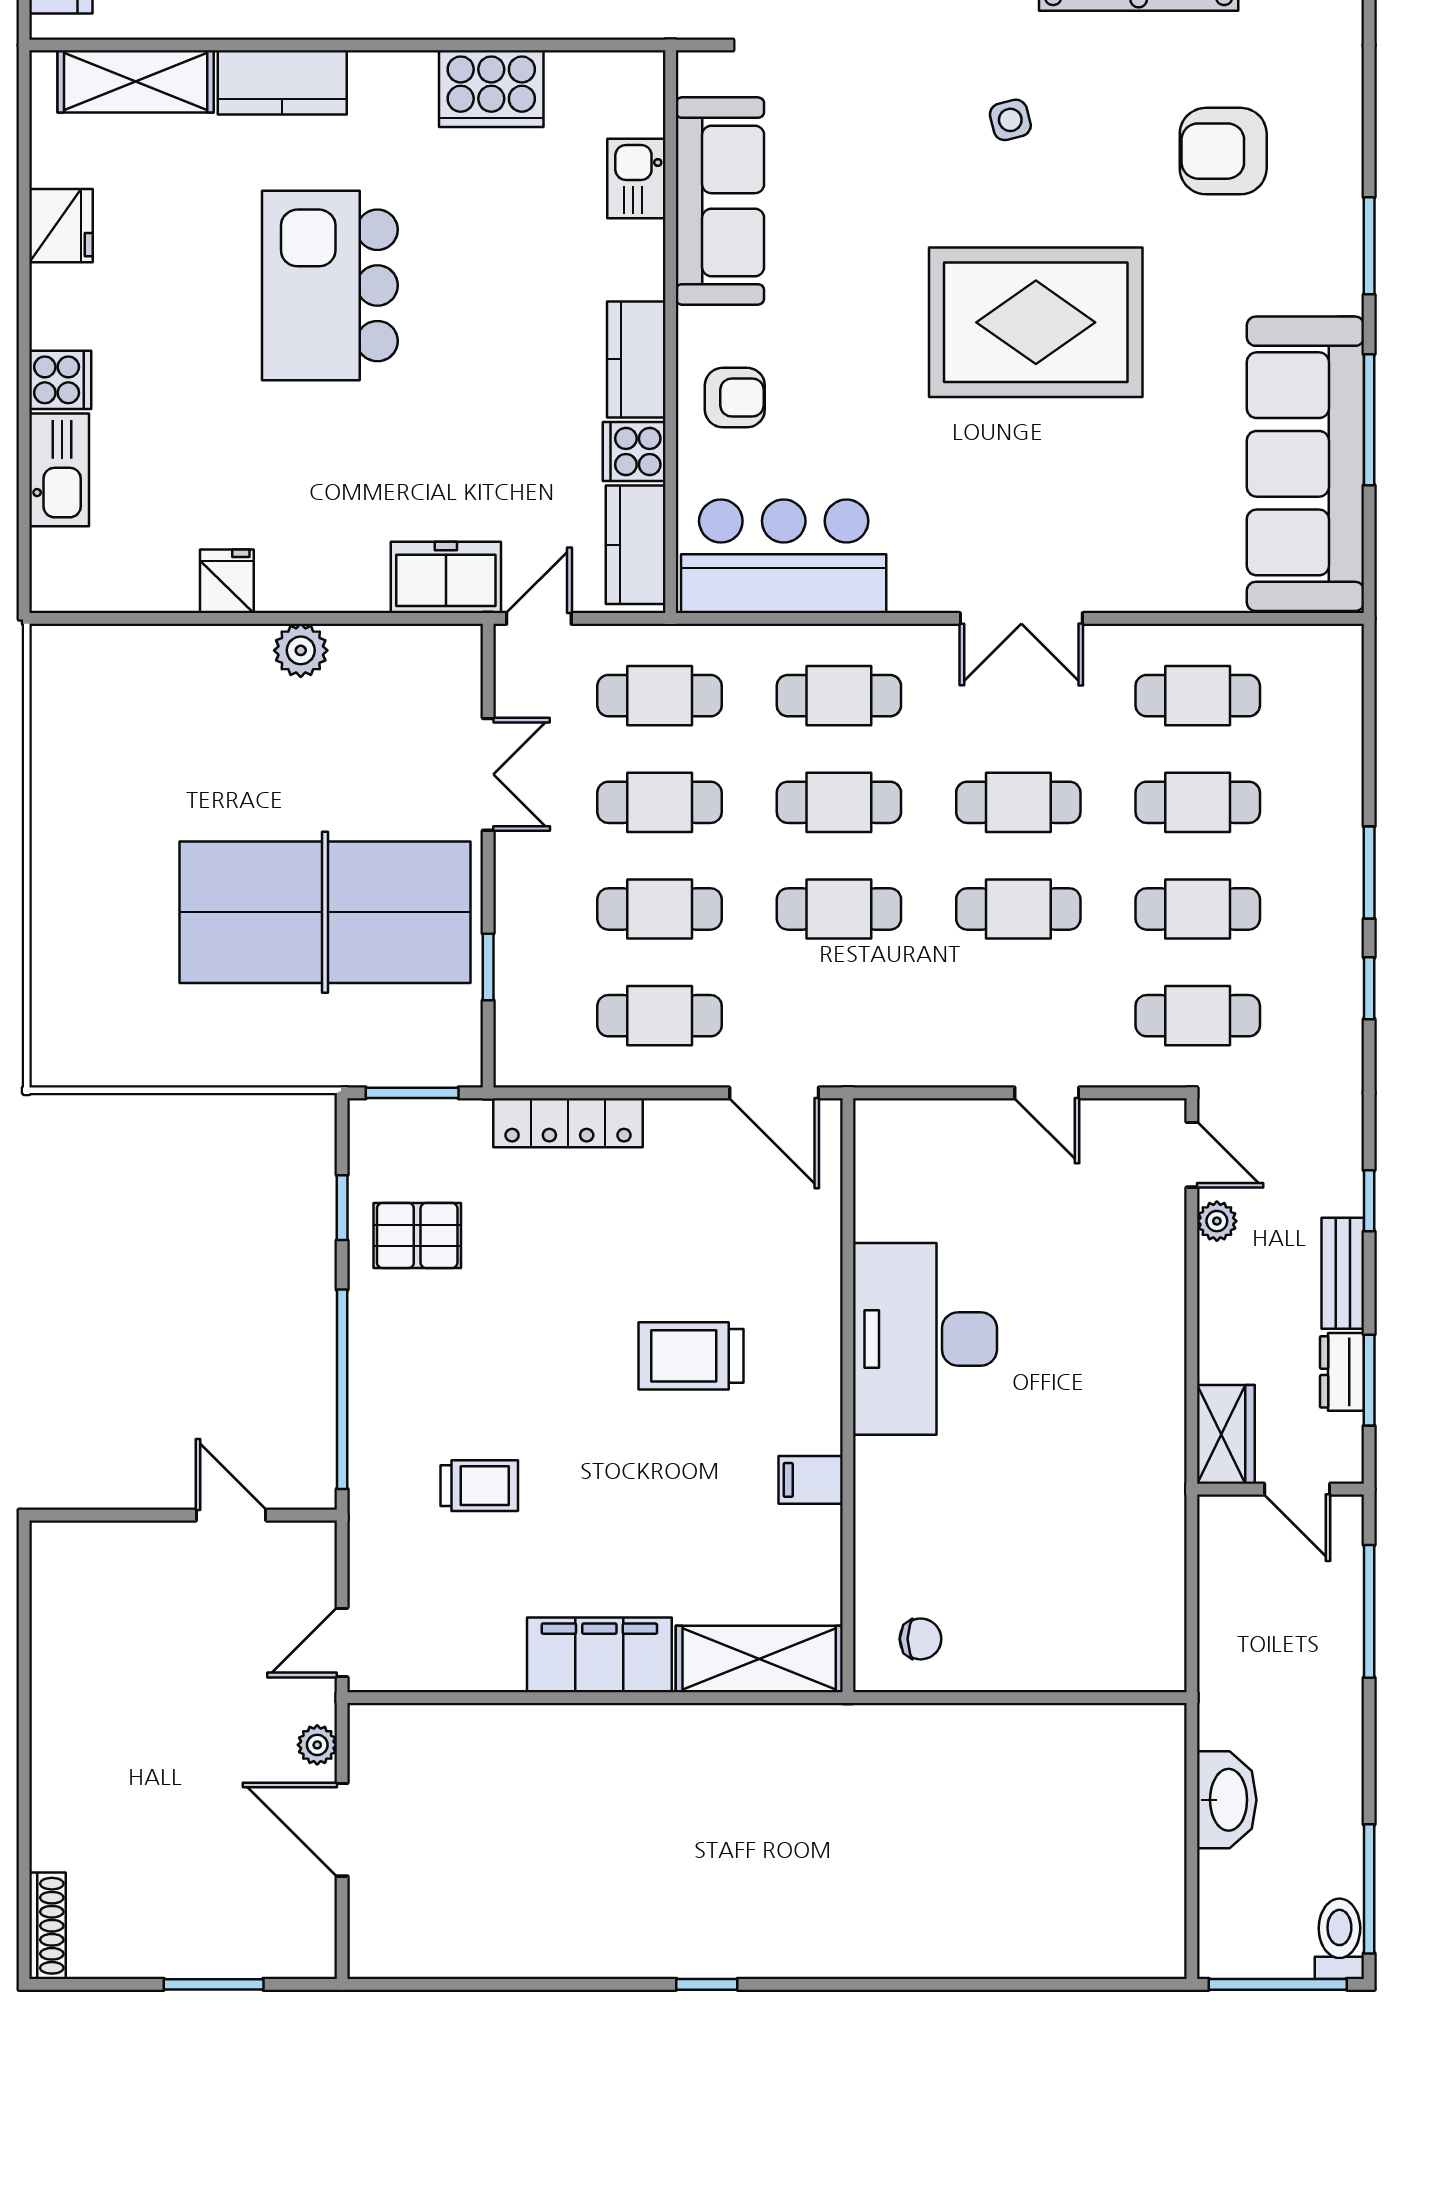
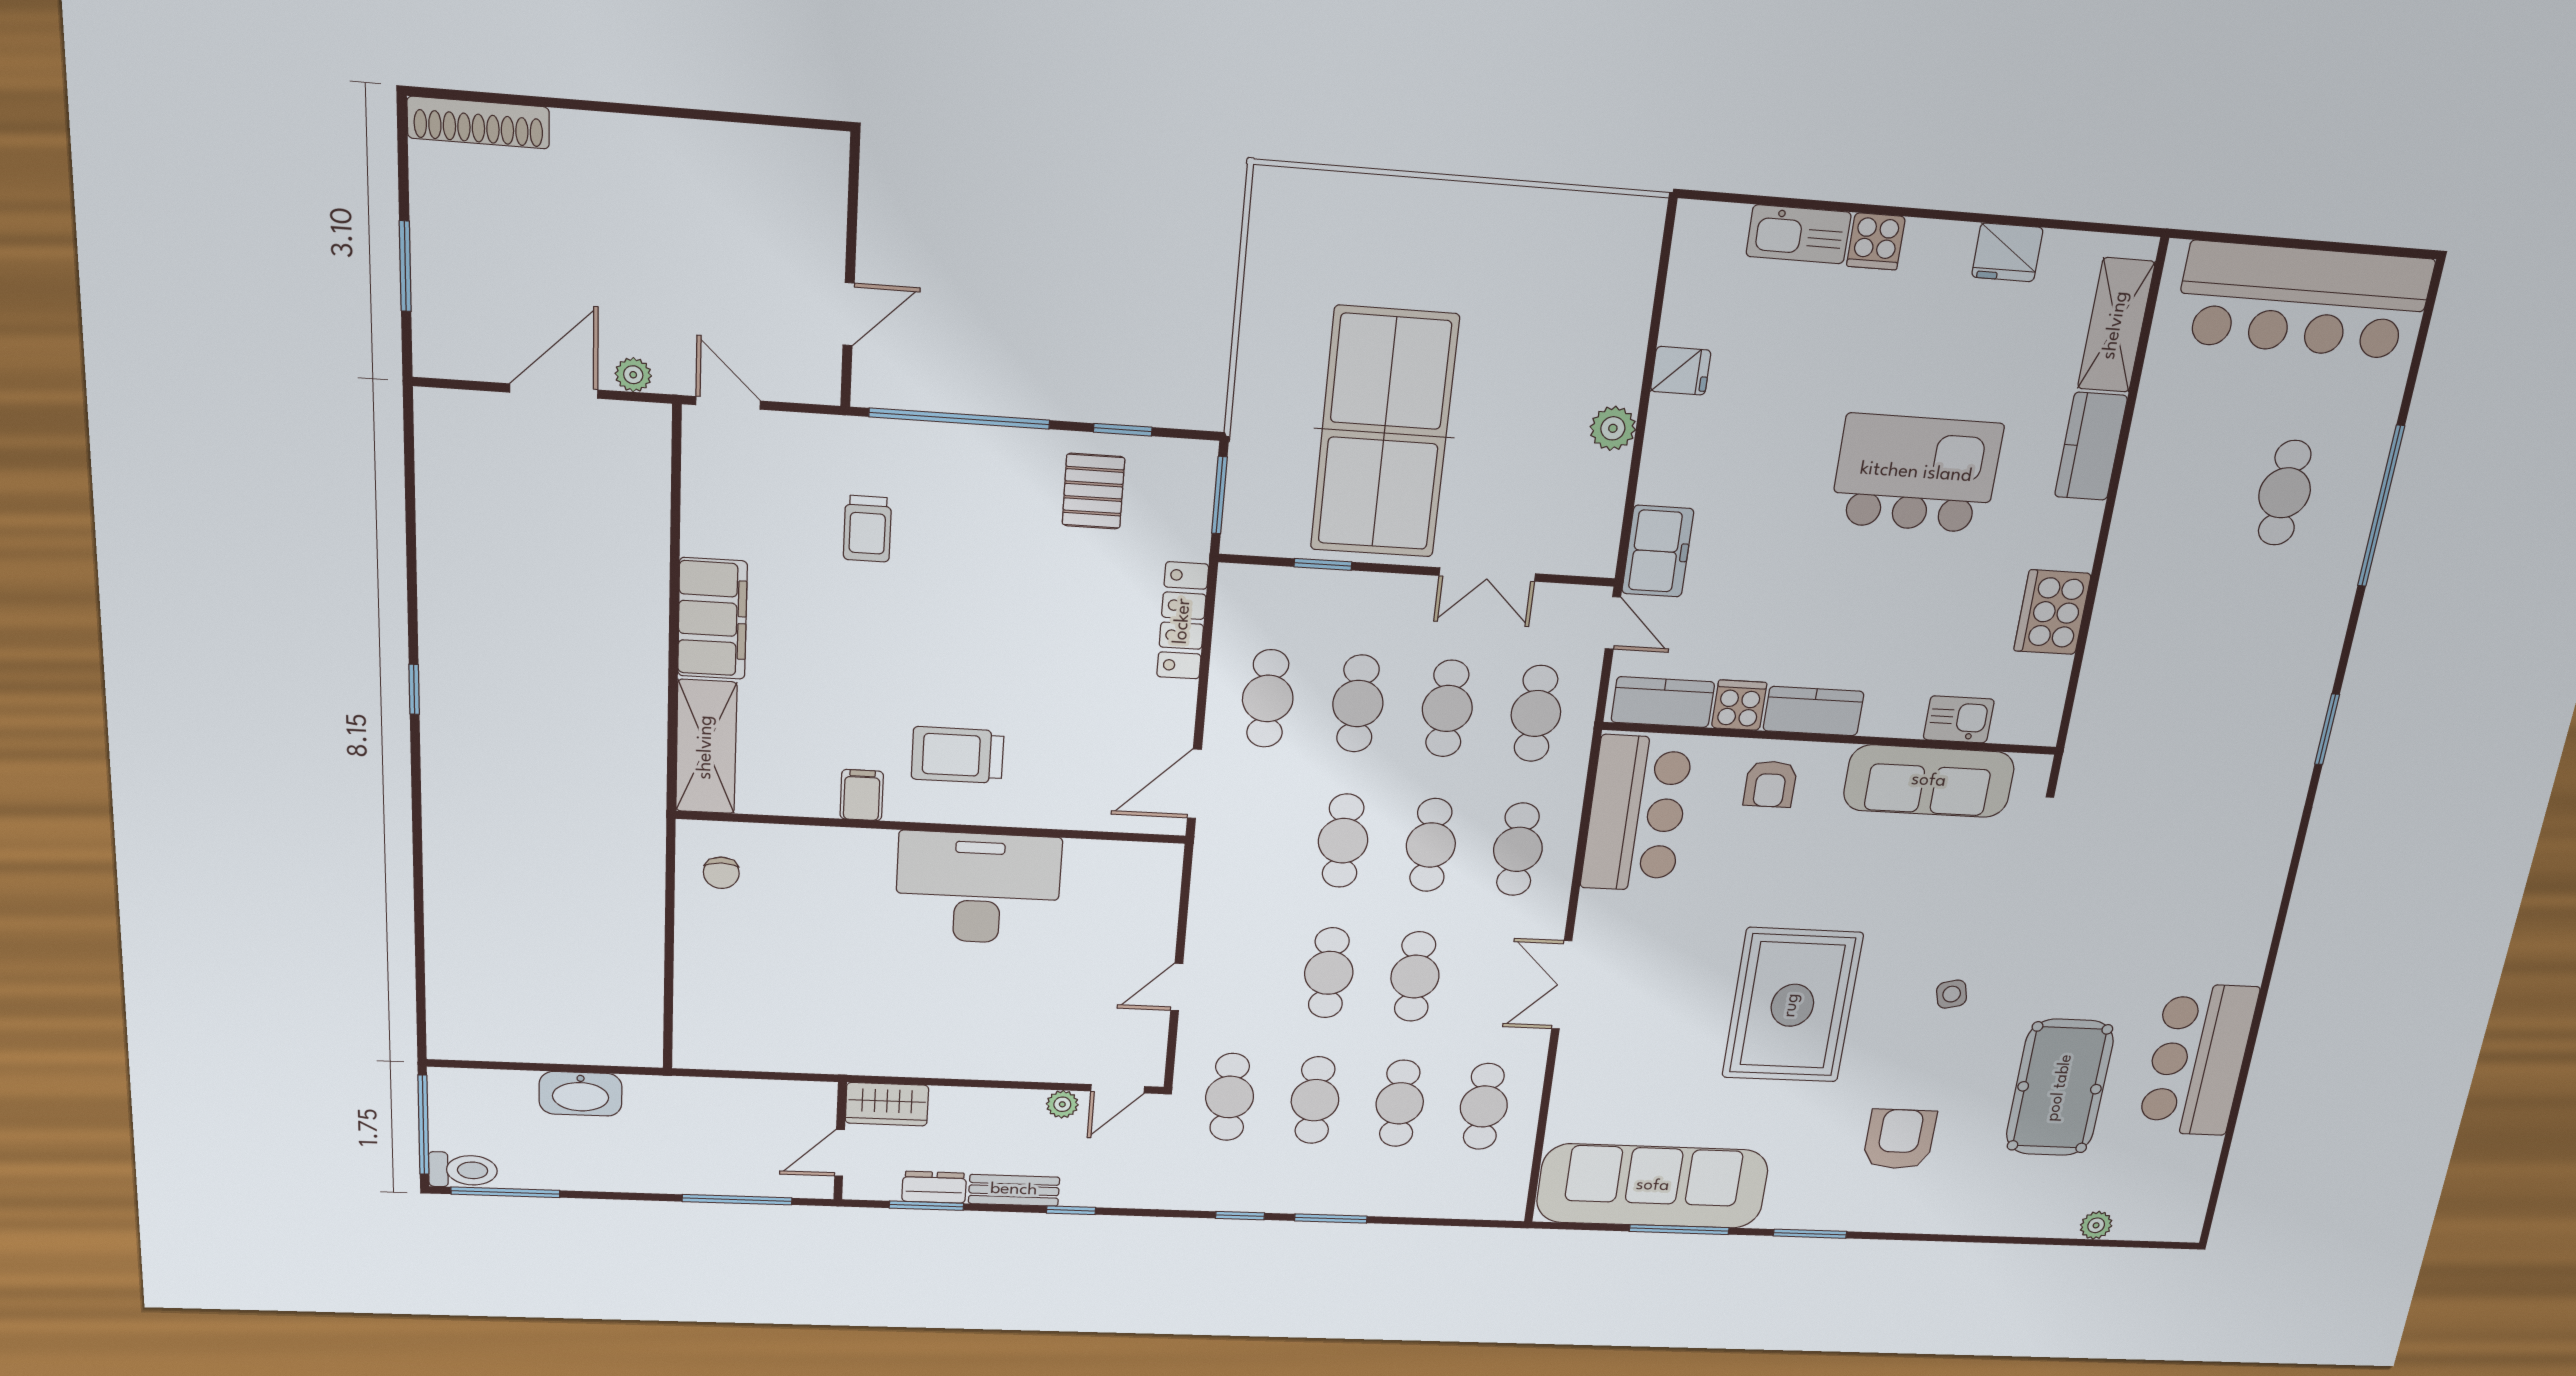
trolley: (691, 1356) -> (958, 755), moved, turned -90
shoe rack: (47, 1926) -> (478, 123), width x1.36, depth x1.24

